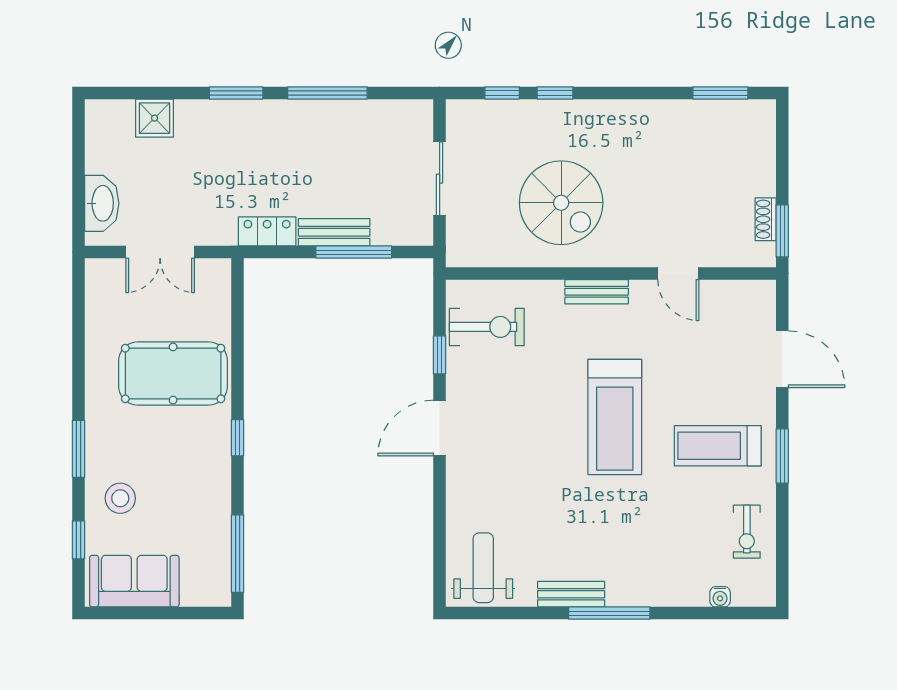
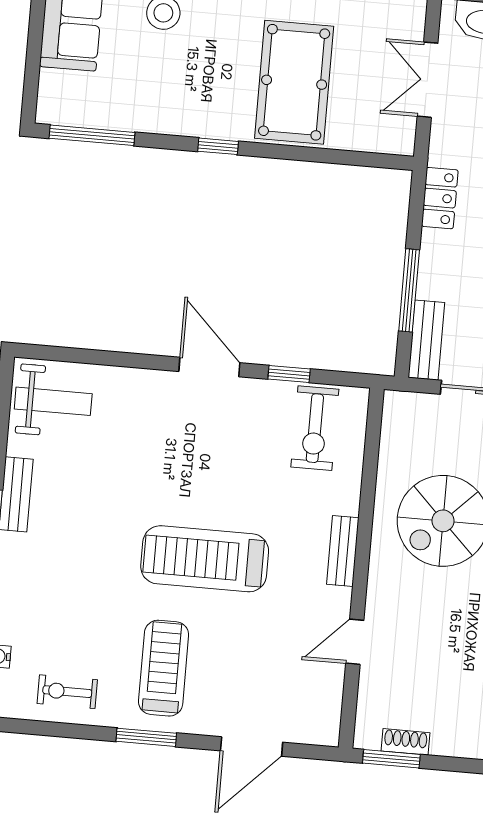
bench: (334, 232) -> (426, 340), moved

